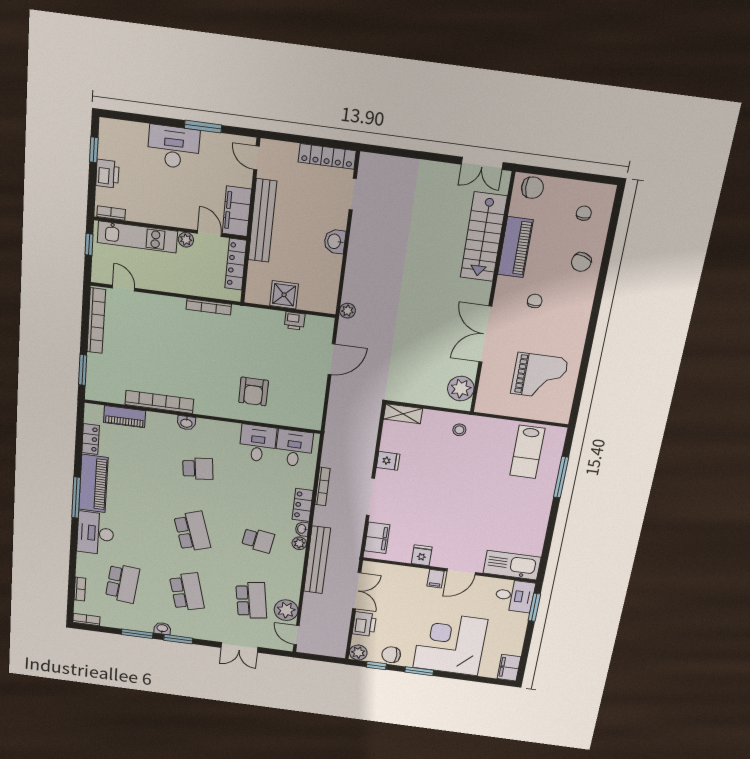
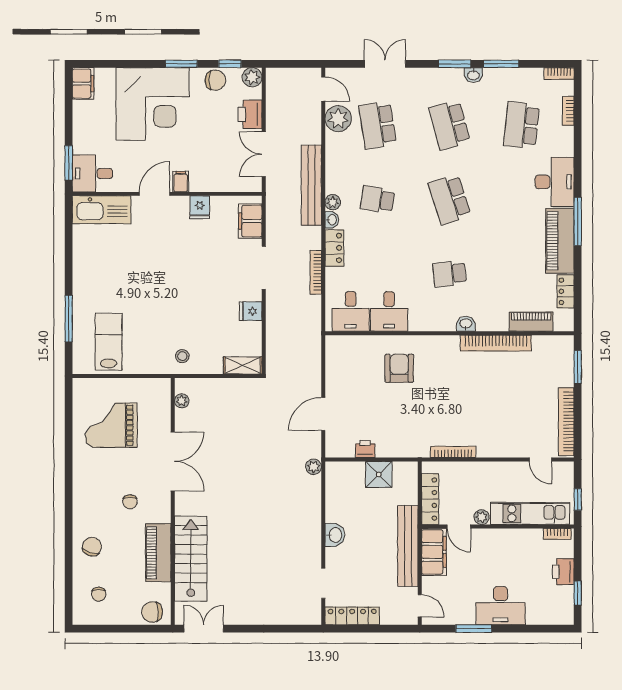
plant: (461, 389) -> (182, 401), width x0.53, depth x0.53

